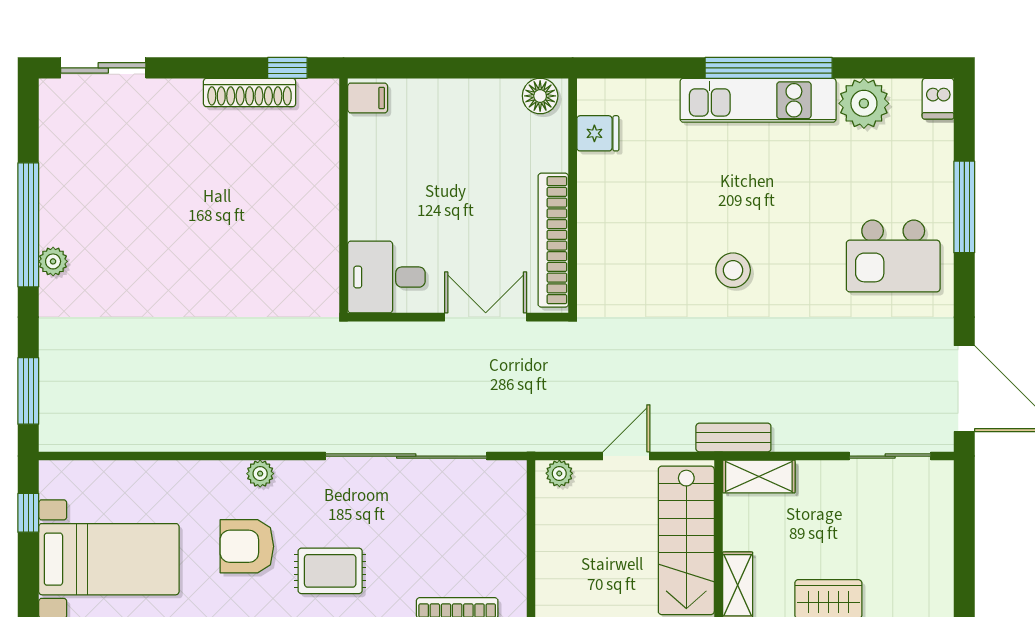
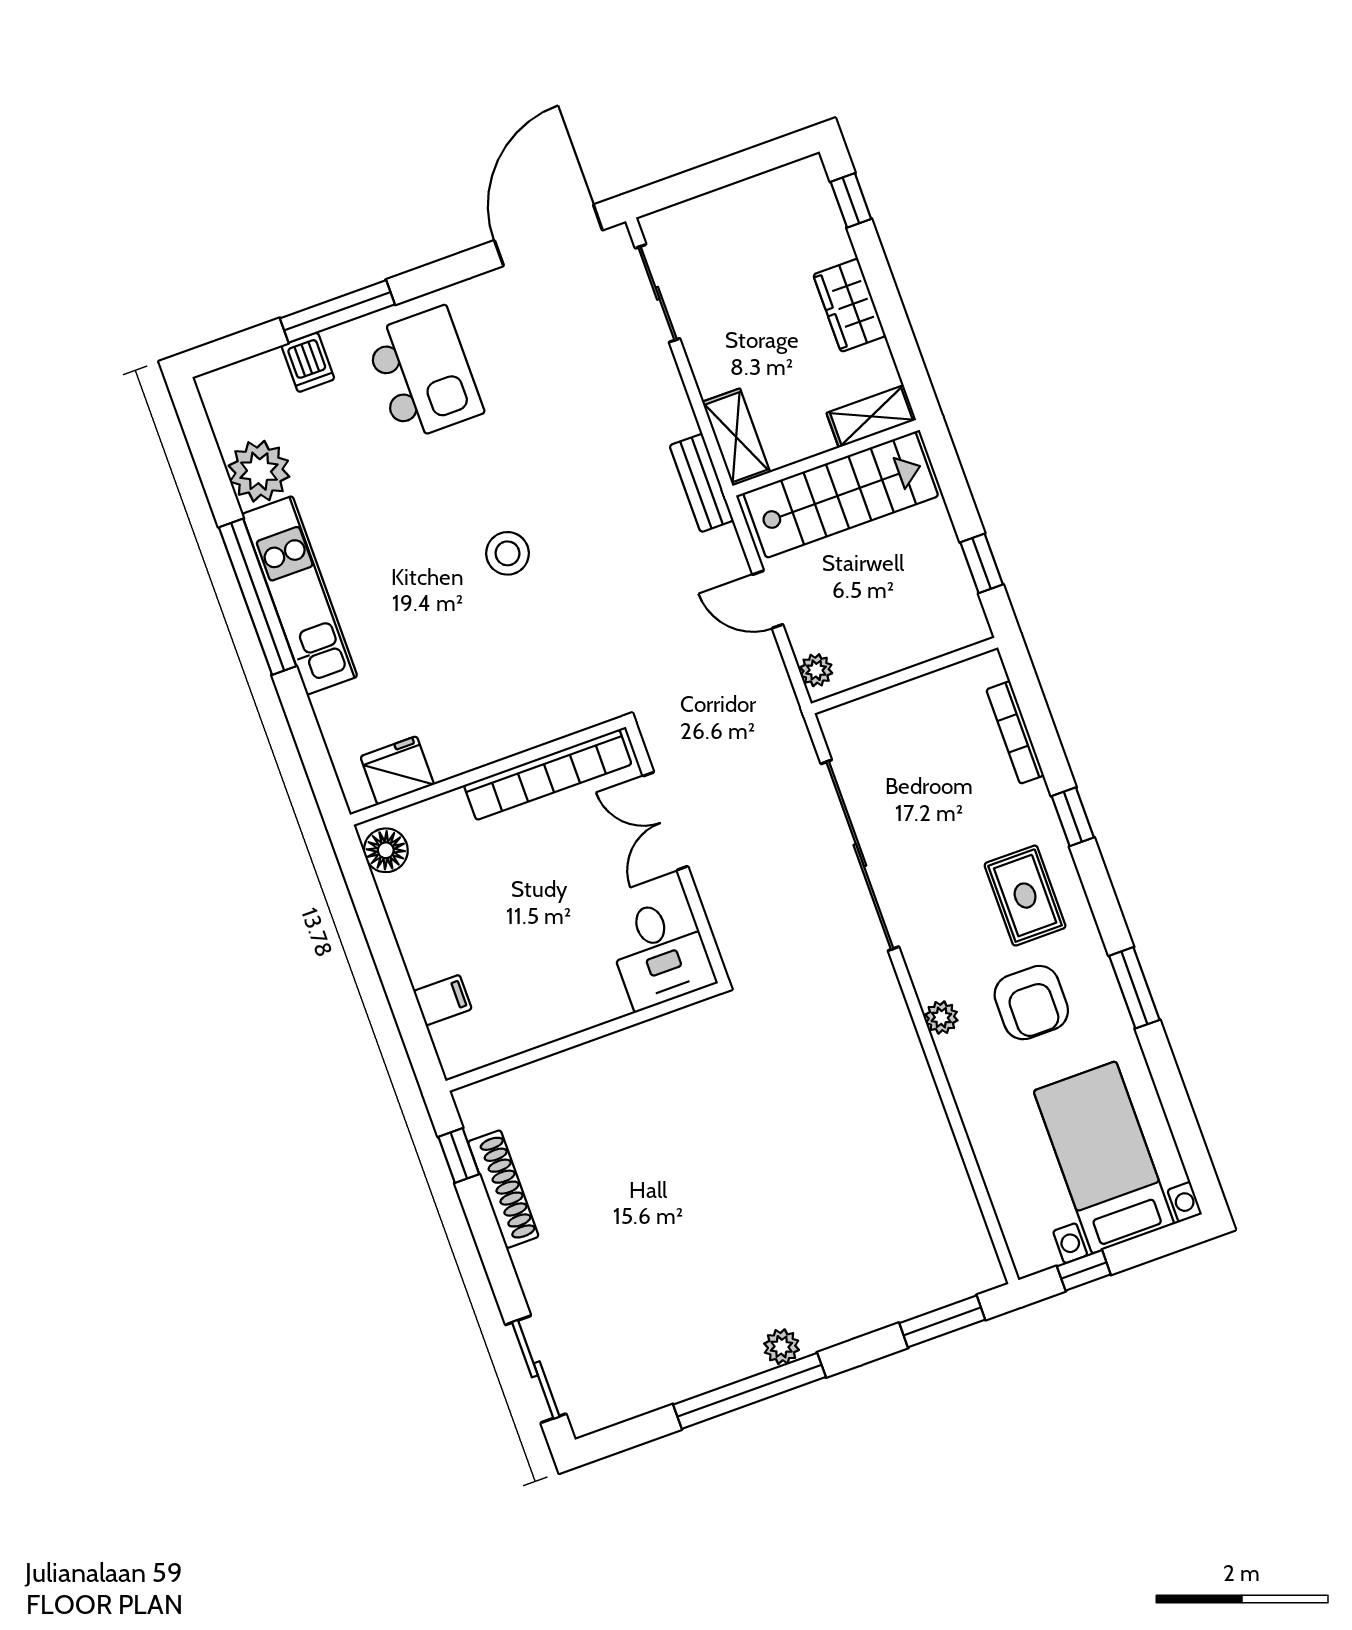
filing cabinet: (368, 98) -> (443, 1000), moved, turned 90
dishwasher: (938, 99) -> (308, 362), moved, turned 90
fridge: (598, 133) -> (397, 770), width x1.38

